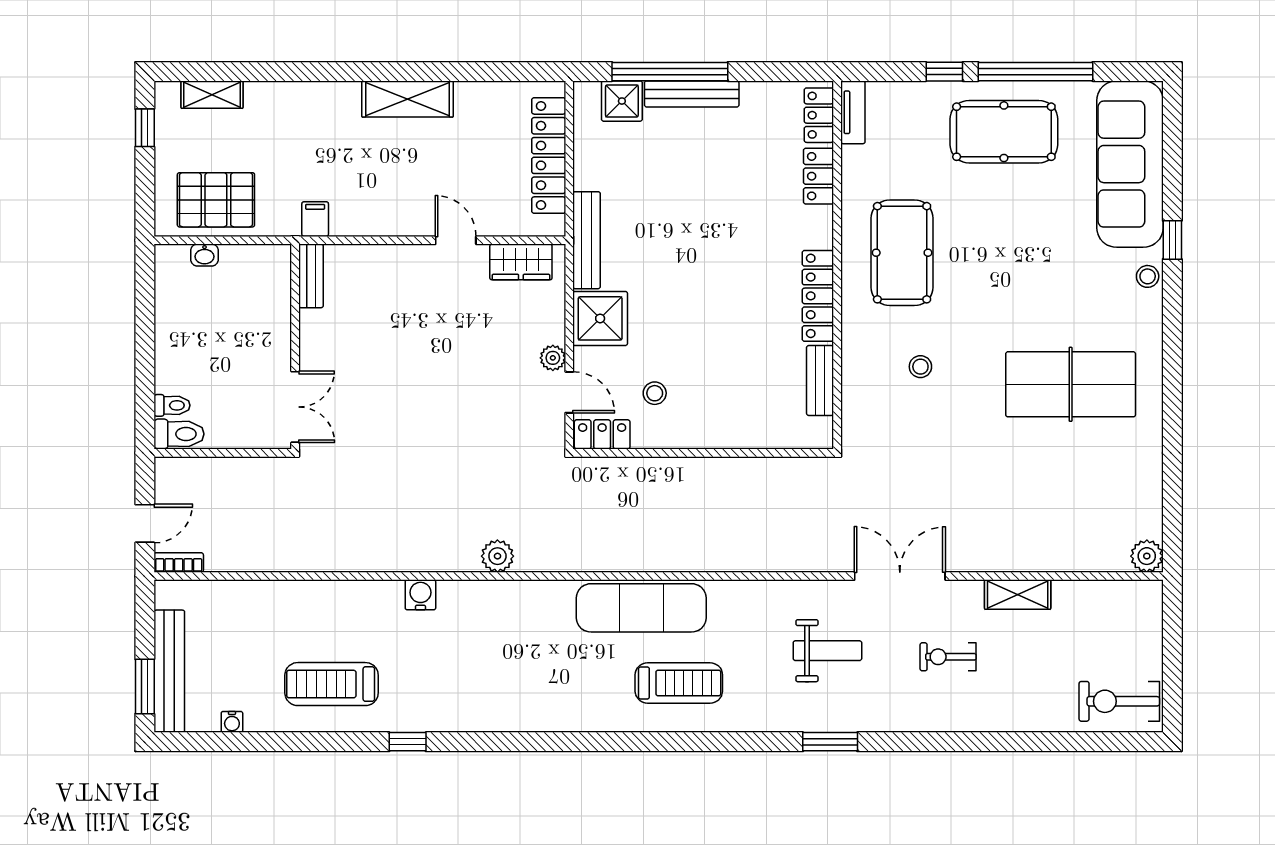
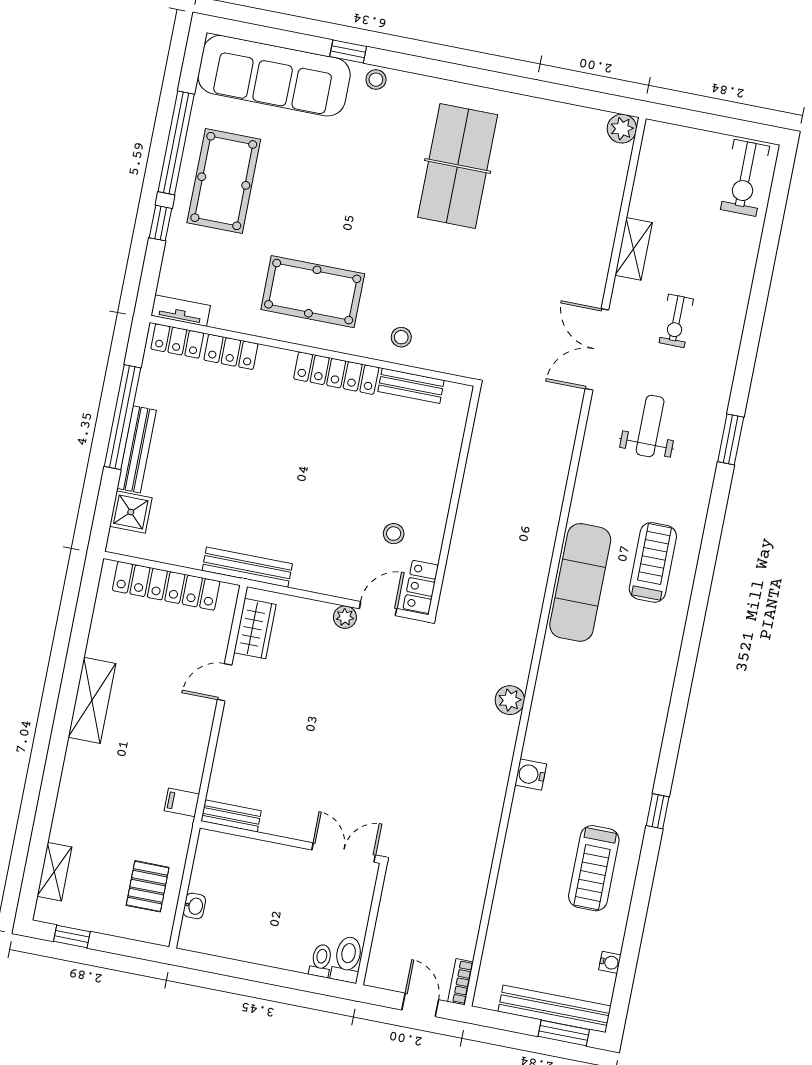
window: (670, 72) -> (122, 417), moved
pallet: (216, 200) -> (148, 886), width x0.67, depth x0.71
shower: (600, 318) -> (318, 569), removed
stool: (920, 367) -> (401, 337), moved

